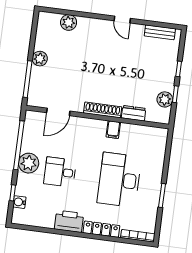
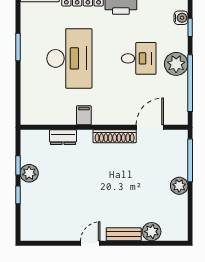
door: (122, 20) -> (90, 243), hinge flipped
bench: (160, 32) -> (124, 234), moved
plant: (165, 99) -> (29, 173), moved
shoe rack: (103, 110) -> (115, 136), moved

